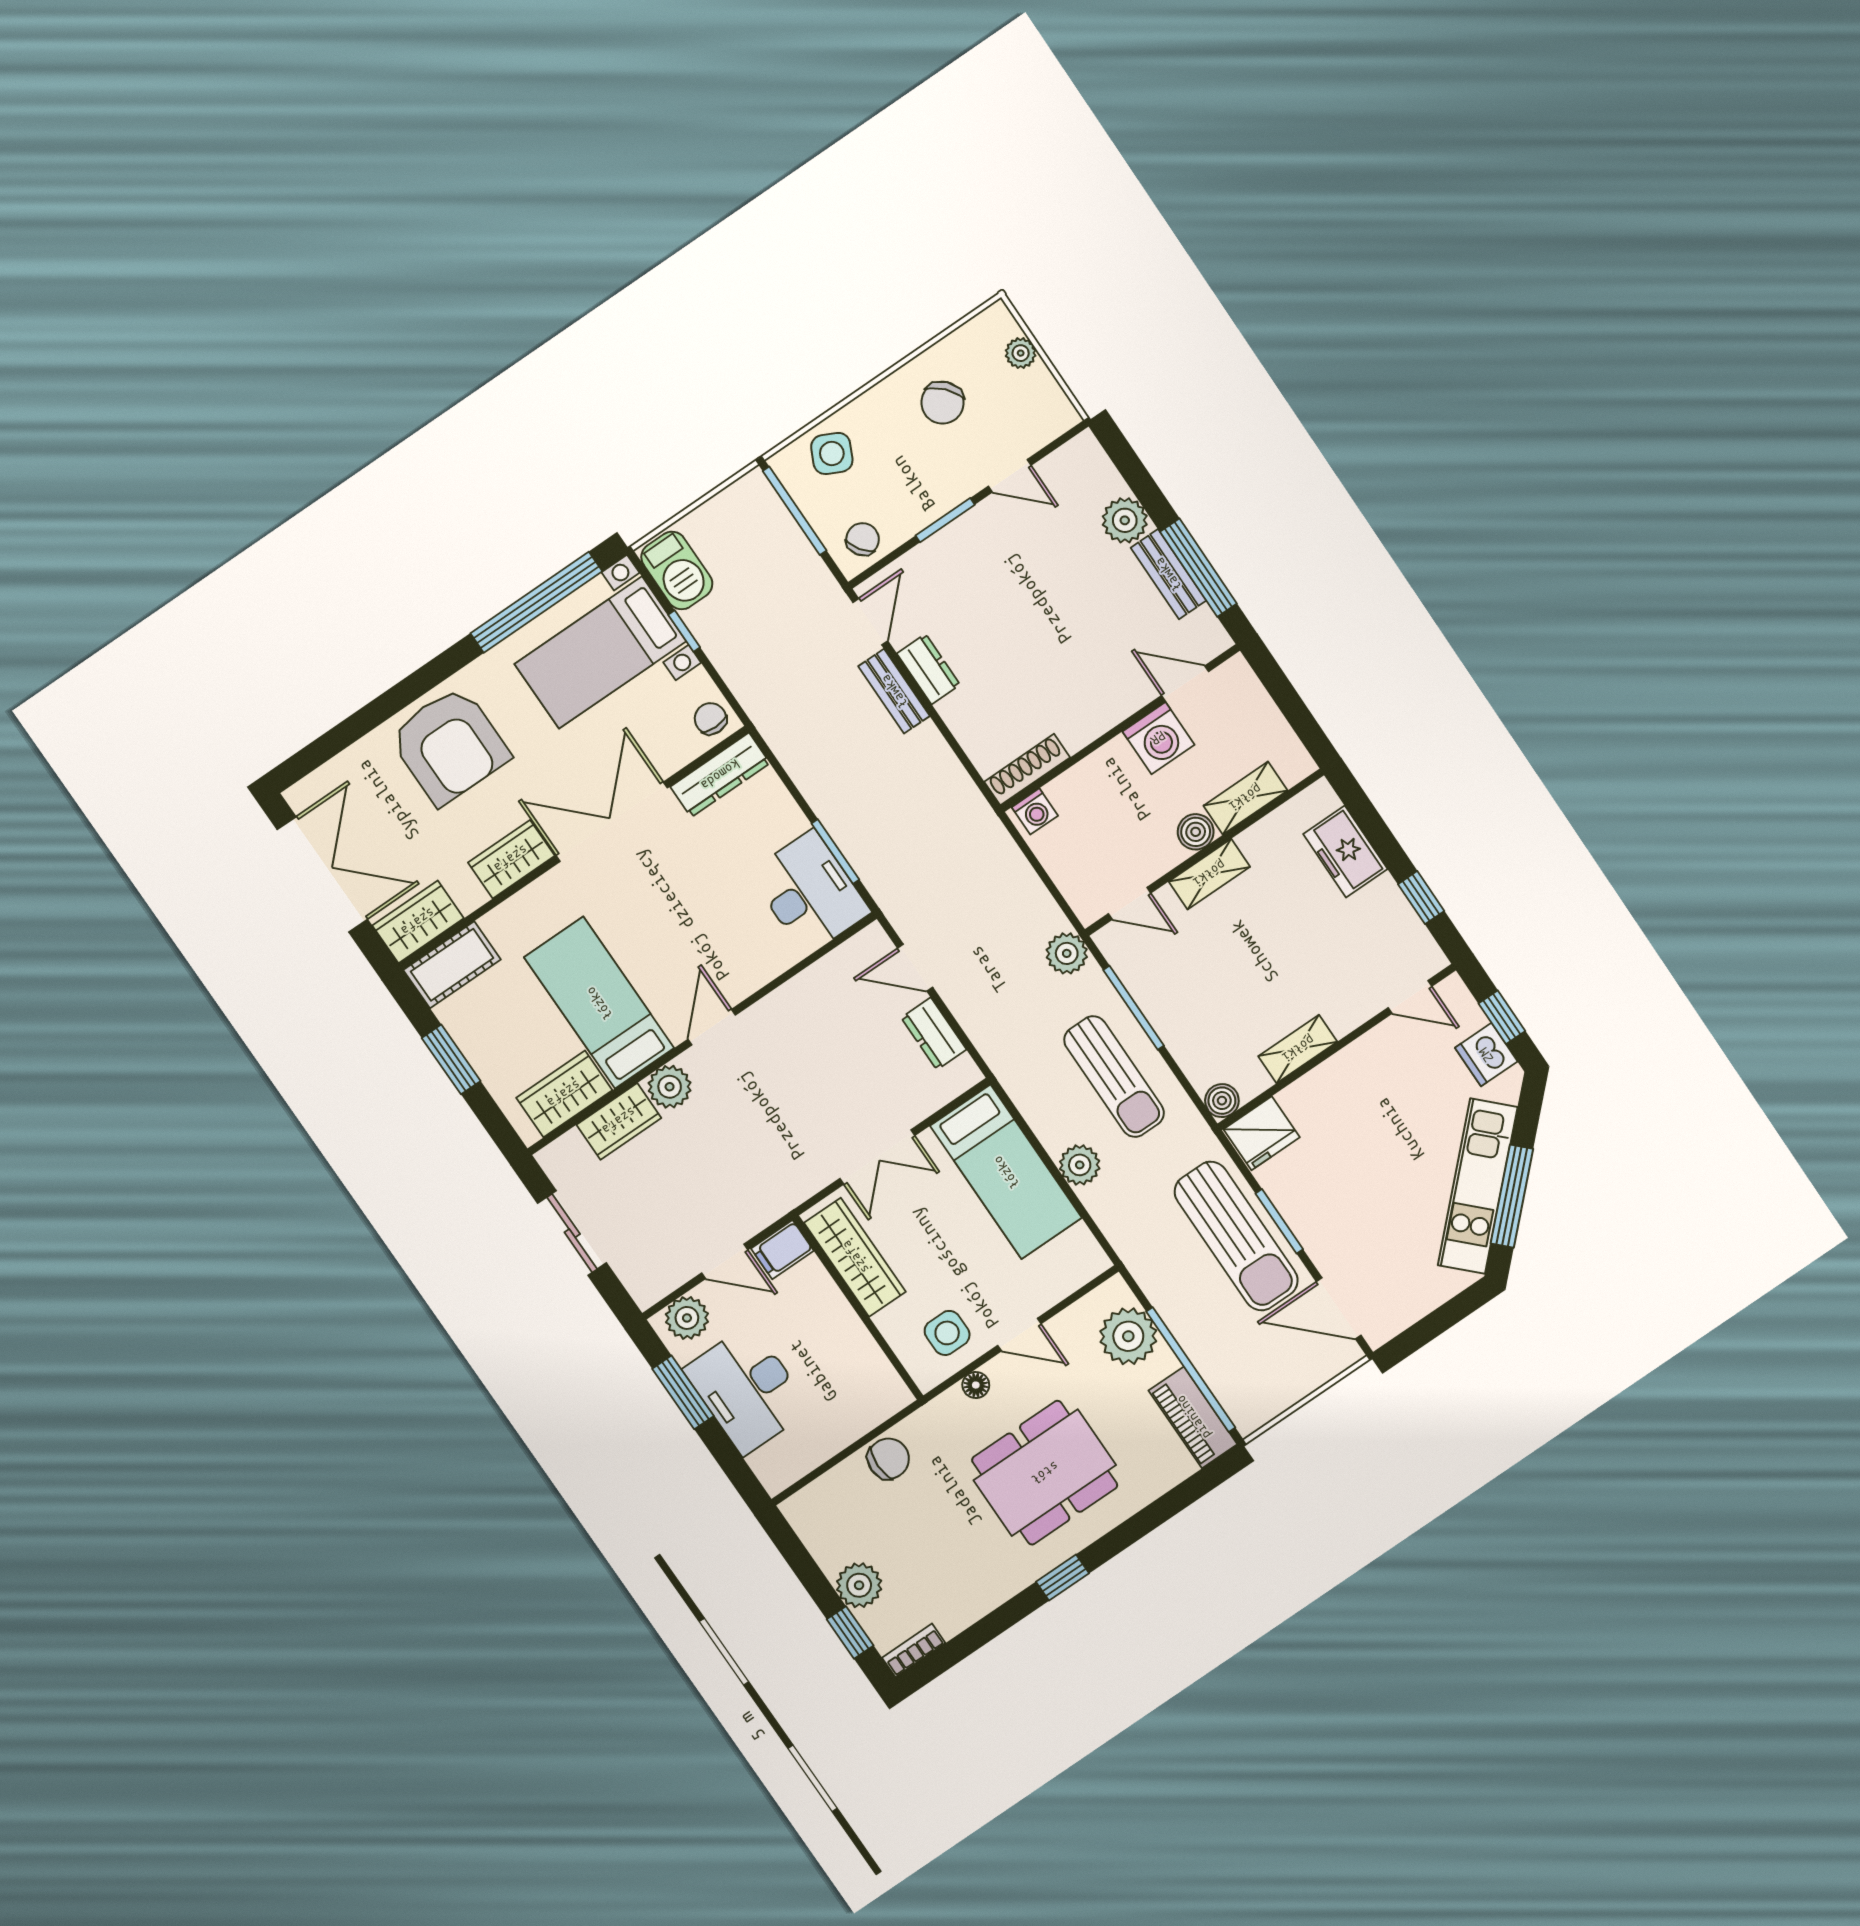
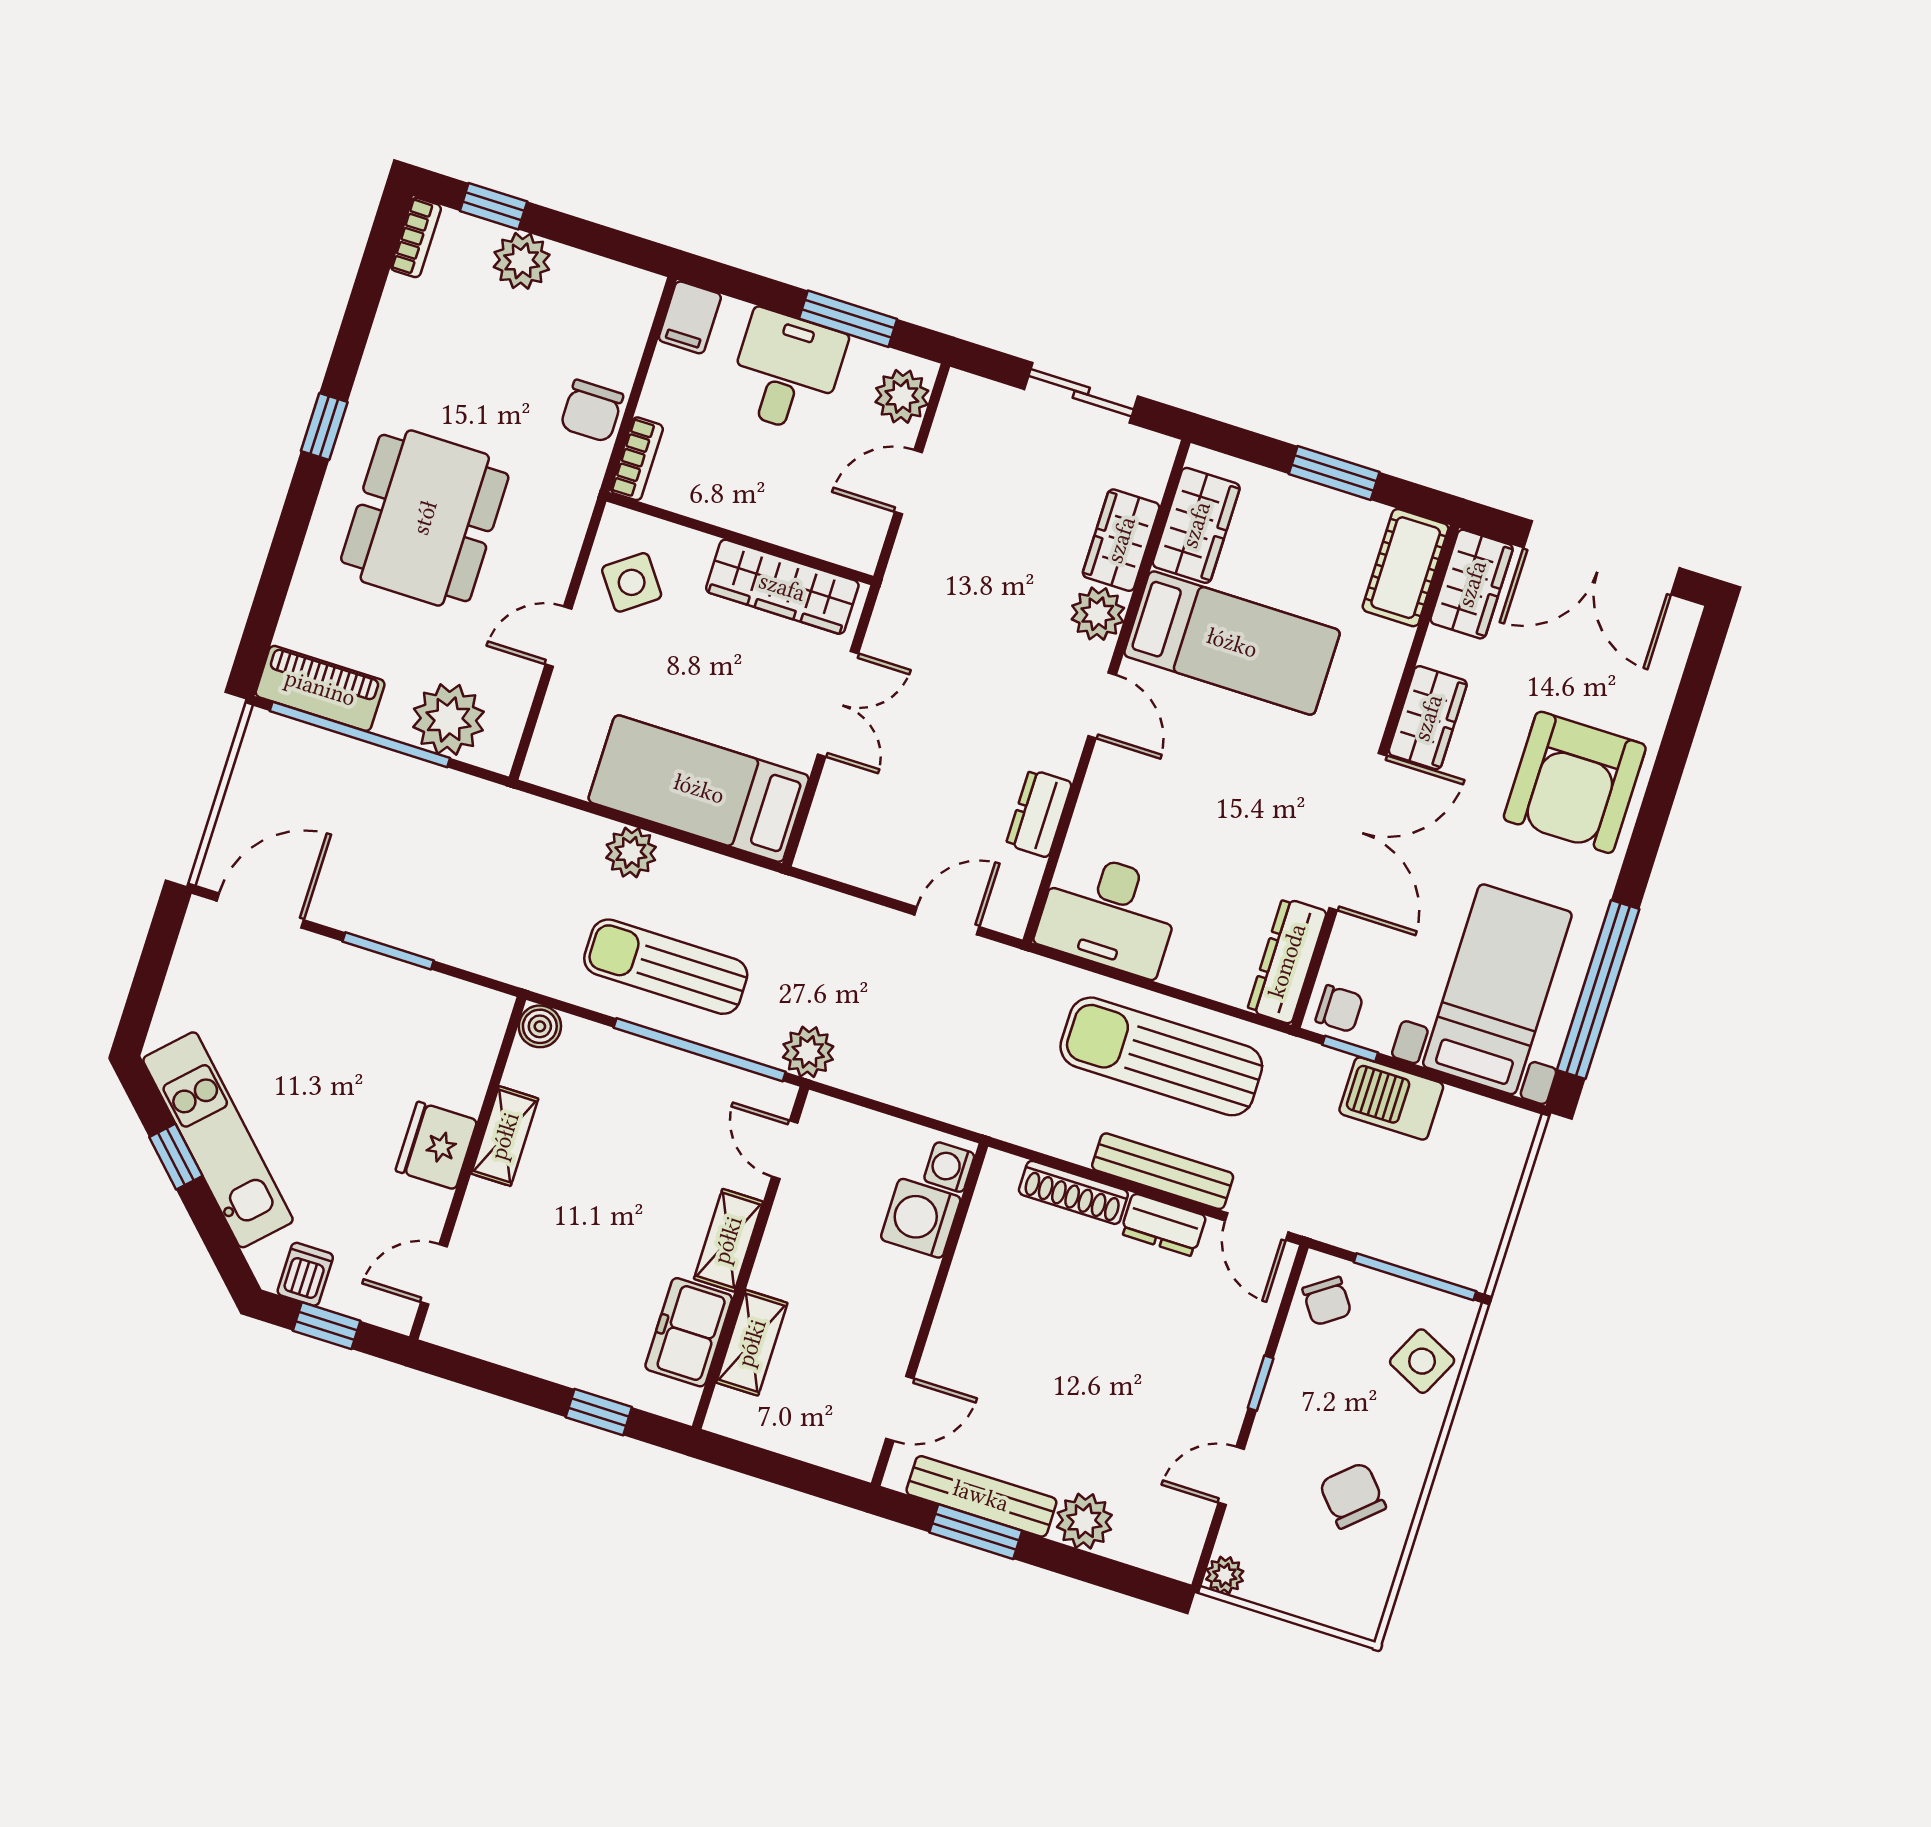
plant: (1021, 353) -> (1225, 1575), moved
window: (945, 520) -> (1261, 1383), width x0.67
window: (1198, 568) -> (976, 1532), width x0.69
barbecue: (677, 571) -> (1391, 1099), moved
bench: (1168, 574) -> (981, 1496), width x1.36
window: (684, 631) -> (1350, 1049), moved
bench: (894, 691) -> (1163, 1171), width x1.36
washing machine: (1158, 738) -> (921, 1218), moved
armchair: (449, 745) -> (1575, 782), turned -90
shoe rack: (1027, 770) -> (1073, 1192), moved, turned 90
boiler: (1196, 832) -> (775, 1271), removed
window: (835, 851) -> (1115, 974), removed
freezer: (1345, 852) -> (689, 1332), moved, turned -90
window: (1421, 898) -> (599, 1412), moved
door: (1130, 903) -> (785, 1150), hinge flipped
window: (1134, 1008) -> (700, 1050), width x1.46
dresser: (934, 1034) -> (1039, 813), moved, turned -90
dishwasher: (1486, 1055) -> (305, 1274), width x0.73
fridge: (1262, 1133) -> (436, 1146), moved
double door: (877, 1157) -> (838, 704), swing flipped
window: (1512, 1196) -> (176, 1157), width x0.46
sun lounger: (1236, 1236) -> (1161, 1056), moved
filing cabinet: (782, 1250) -> (690, 317), moved, turned 180
side table: (947, 1333) -> (632, 582), turned -36
floor lamp: (976, 1385) -> (562, 552), removed
desk: (747, 1389) -> (787, 371), width x0.73
bookcase: (884, 1407) -> (637, 459), added

